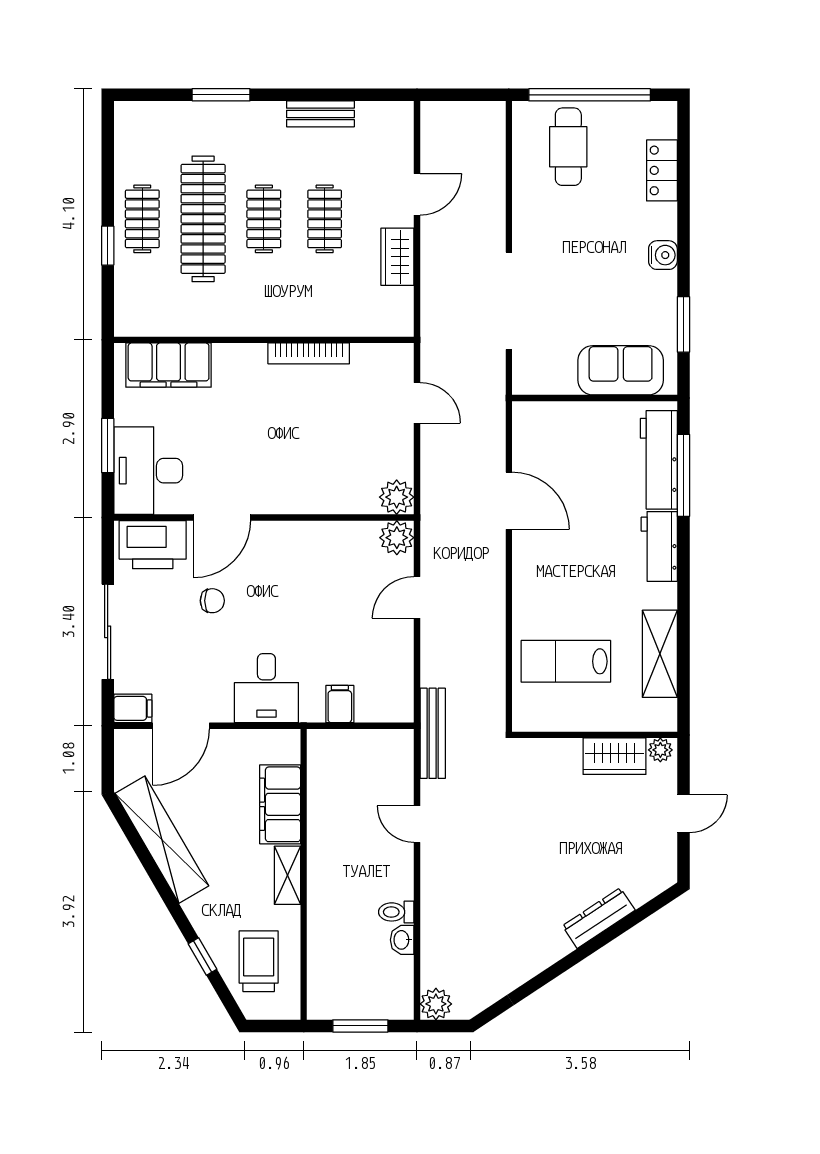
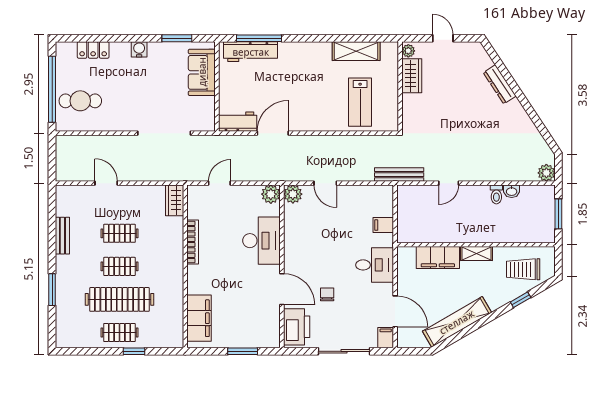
wardrobe: (397, 257) -> (175, 200), moved, turned 90
desk: (148, 471) -> (261, 241), moved, turned -90
workbench: (659, 546) -> (238, 122), moved, turned 180

